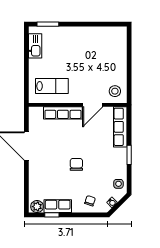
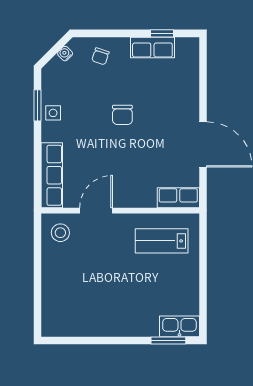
kitchen sink: (35, 46) -> (179, 326), moved, turned 90
row of seats: (63, 113) -> (178, 198), moved, width x0.68
window: (129, 155) -> (38, 105), moved
side table: (118, 184) -> (53, 113), moved
plant: (37, 207) -> (186, 47), removed

